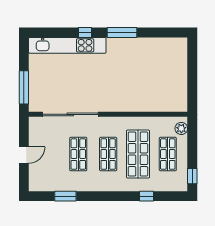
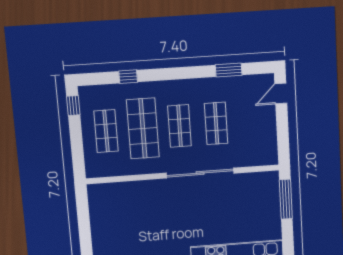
sliding door: (70, 114) -> (200, 173), moved
plant: (181, 128) -> (92, 164), removed
door: (24, 155) -> (281, 94), moved

